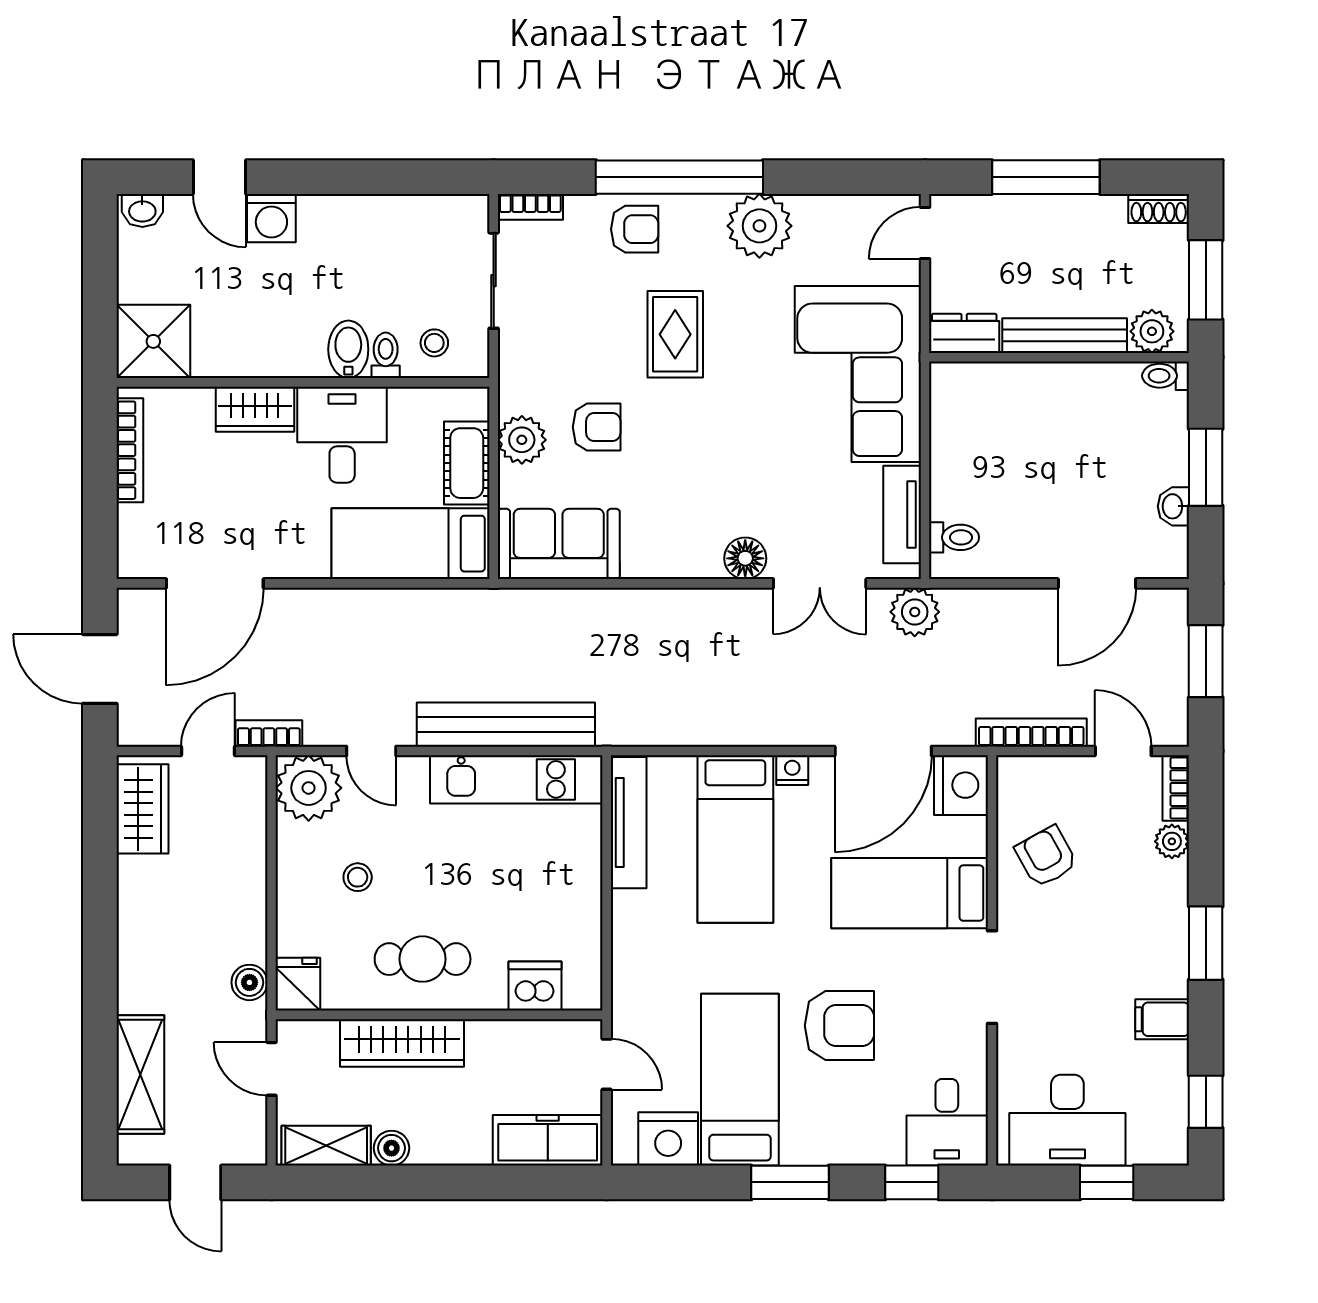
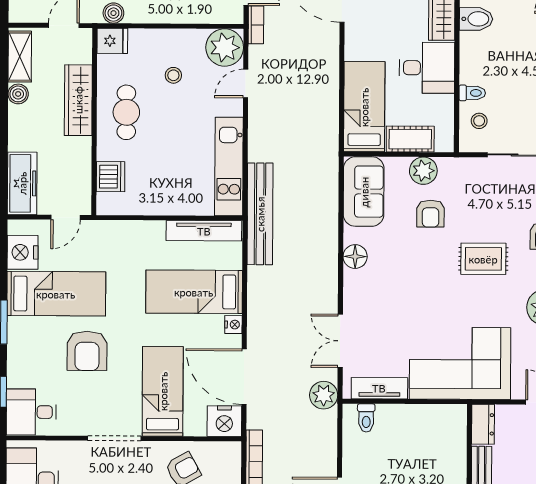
bidet: (348, 349) -> (476, 19), moved
floor lamp: (745, 558) -> (355, 257), moved
bench: (506, 725) -> (260, 214), moved

